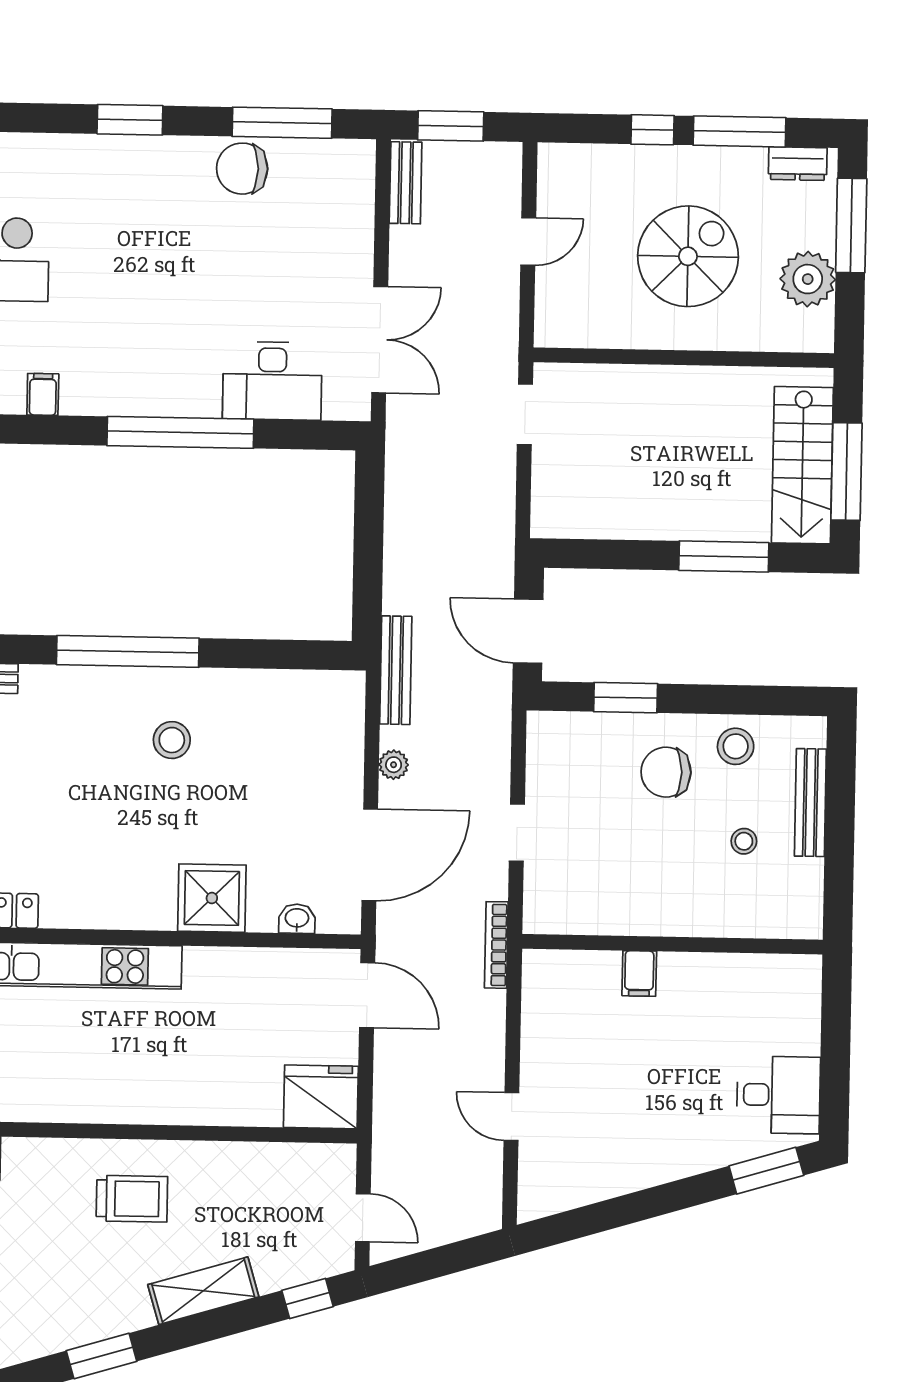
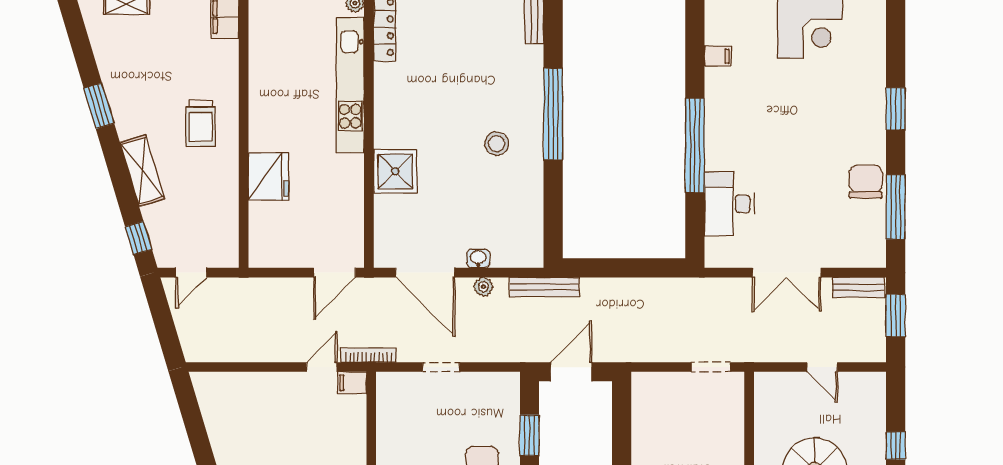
double door: (380, 340) -> (787, 273), moved
washbasin: (297, 919) -> (478, 258), moved, turned -90
filing cabinet: (639, 973) -> (352, 383), moved
fridge: (321, 1097) -> (269, 176), moved
door: (511, 1117) -> (322, 367), moved

